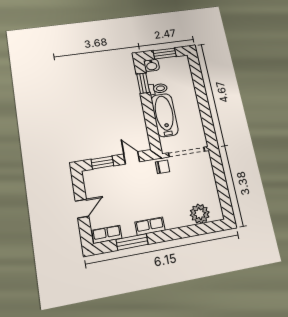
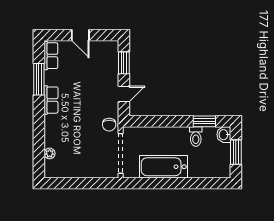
bathtub: (165, 115) -> (163, 167), moved, turned 180
plant: (200, 214) -> (50, 153), width x0.53, depth x0.53

